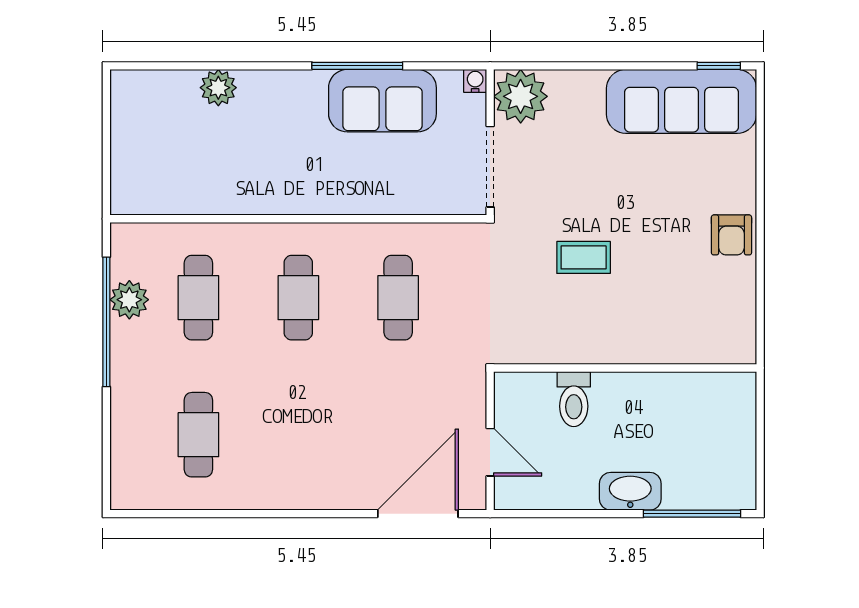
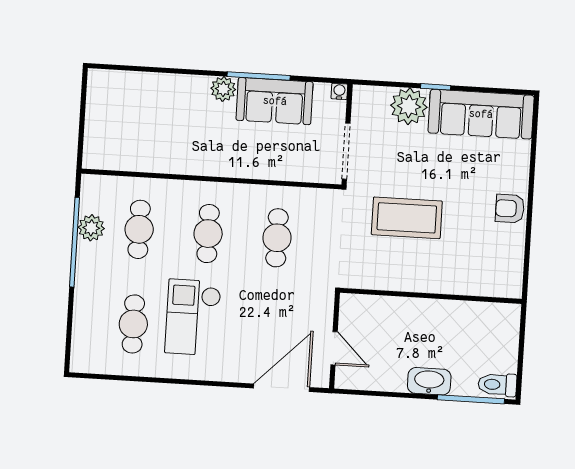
window: (719, 66) -> (436, 87), moved
plant: (218, 88) -> (223, 89), moved
plant: (521, 96) -> (409, 106), moved
armchair: (731, 235) -> (510, 209), turned 90
coffee table: (584, 257) -> (407, 218), width x1.86, depth x1.72
toilet: (574, 399) -> (497, 385), moved, turned 90
checkout: (284, 420) -> (193, 317), added

